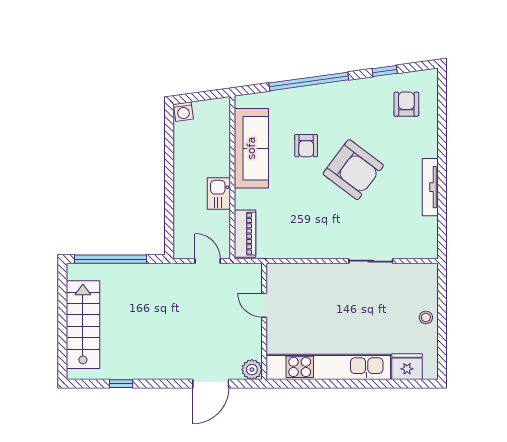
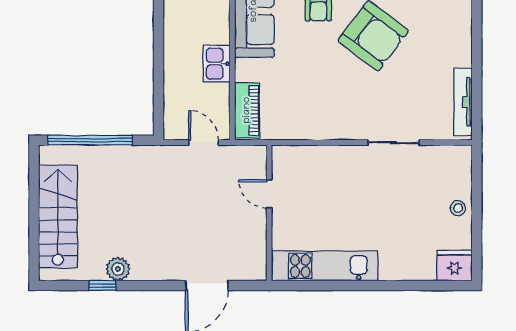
tv unit: (430, 187) -> (463, 102), moved
kitchen unit: (328, 367) -> (325, 266), width x0.73
fridge: (407, 367) -> (454, 266), moved
plant: (252, 370) -> (118, 269), moved

